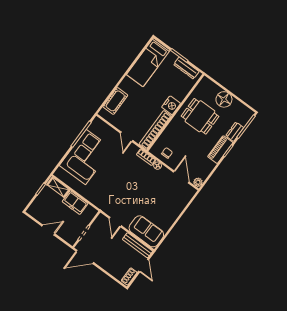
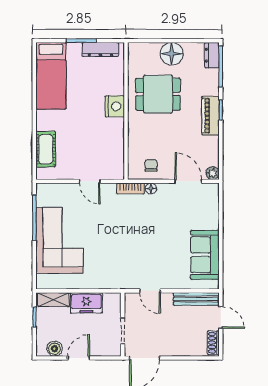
bookcase: (155, 130) -> (117, 149), removed
dresser: (235, 132) -> (212, 55), moved
boiler: (39, 215) -> (54, 349), added
sofa: (146, 231) -> (205, 255), moved, turned -90

